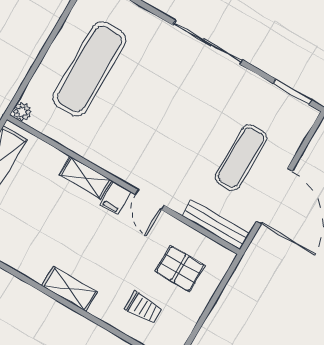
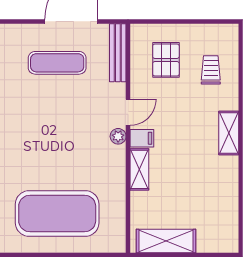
exercise mat: (89, 69) -> (57, 213), width x1.47
plant: (22, 112) -> (118, 136), moved

